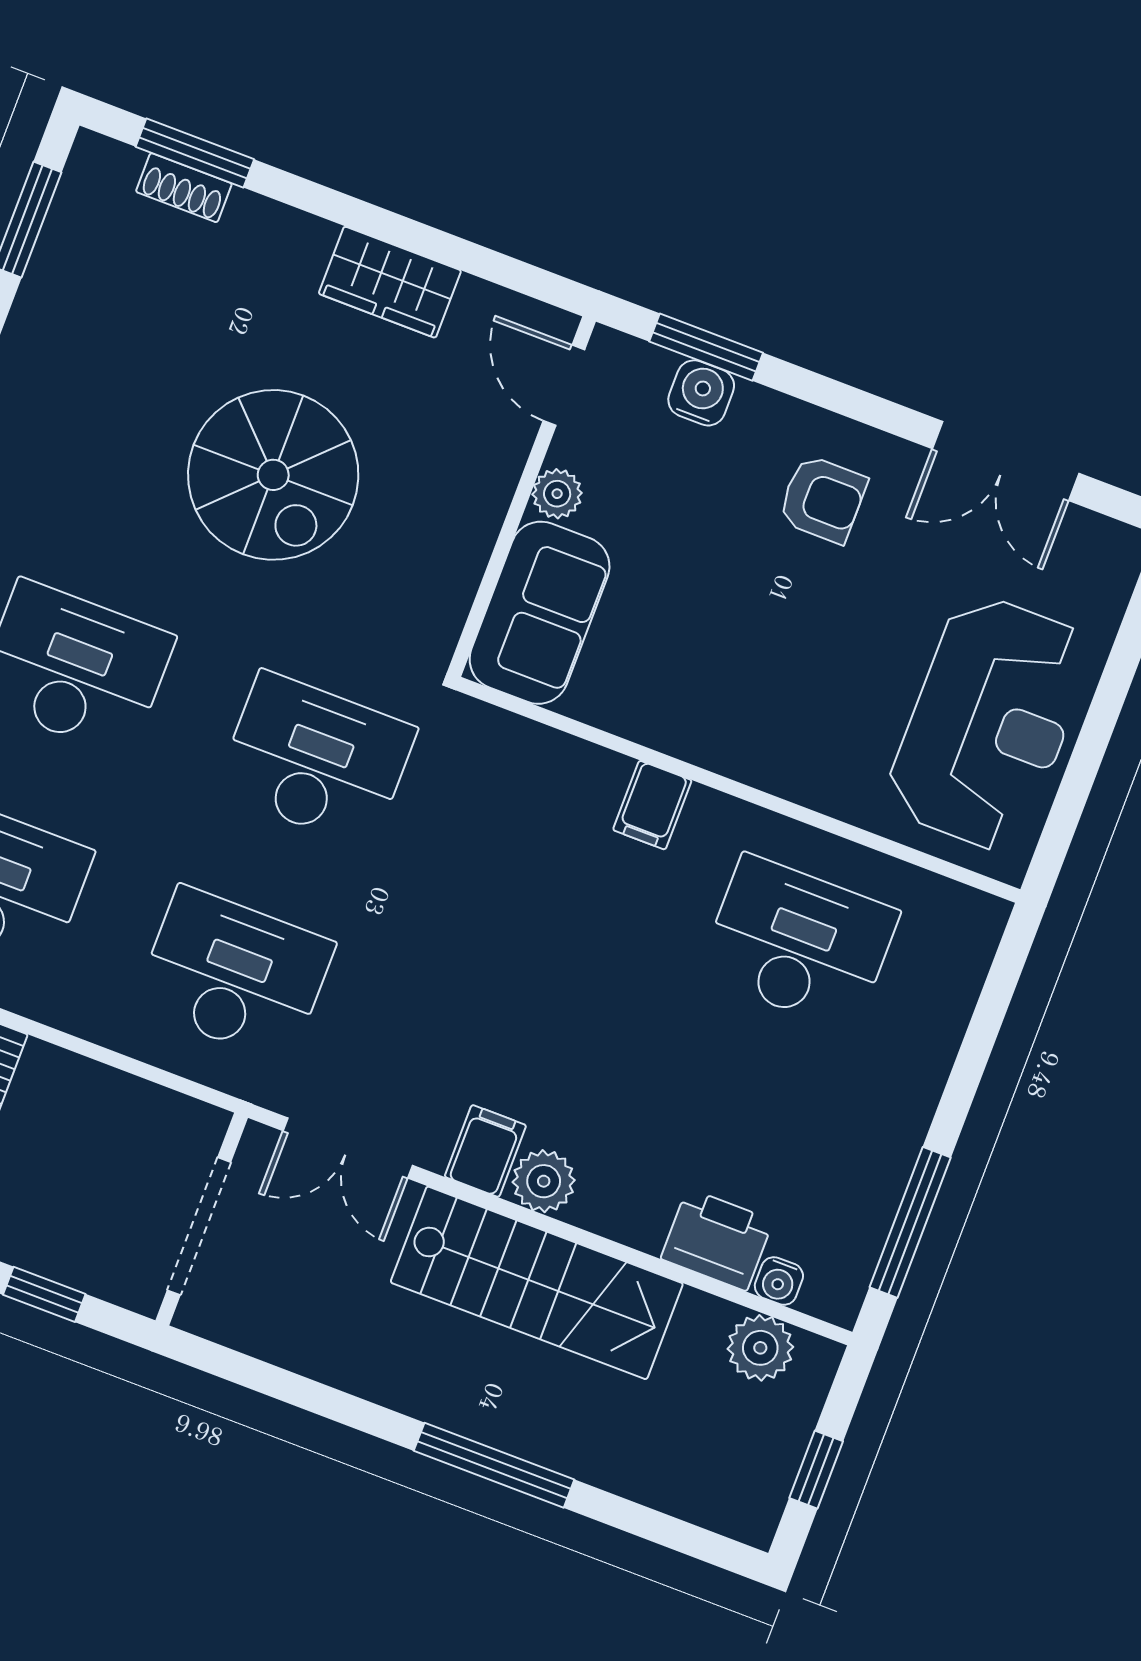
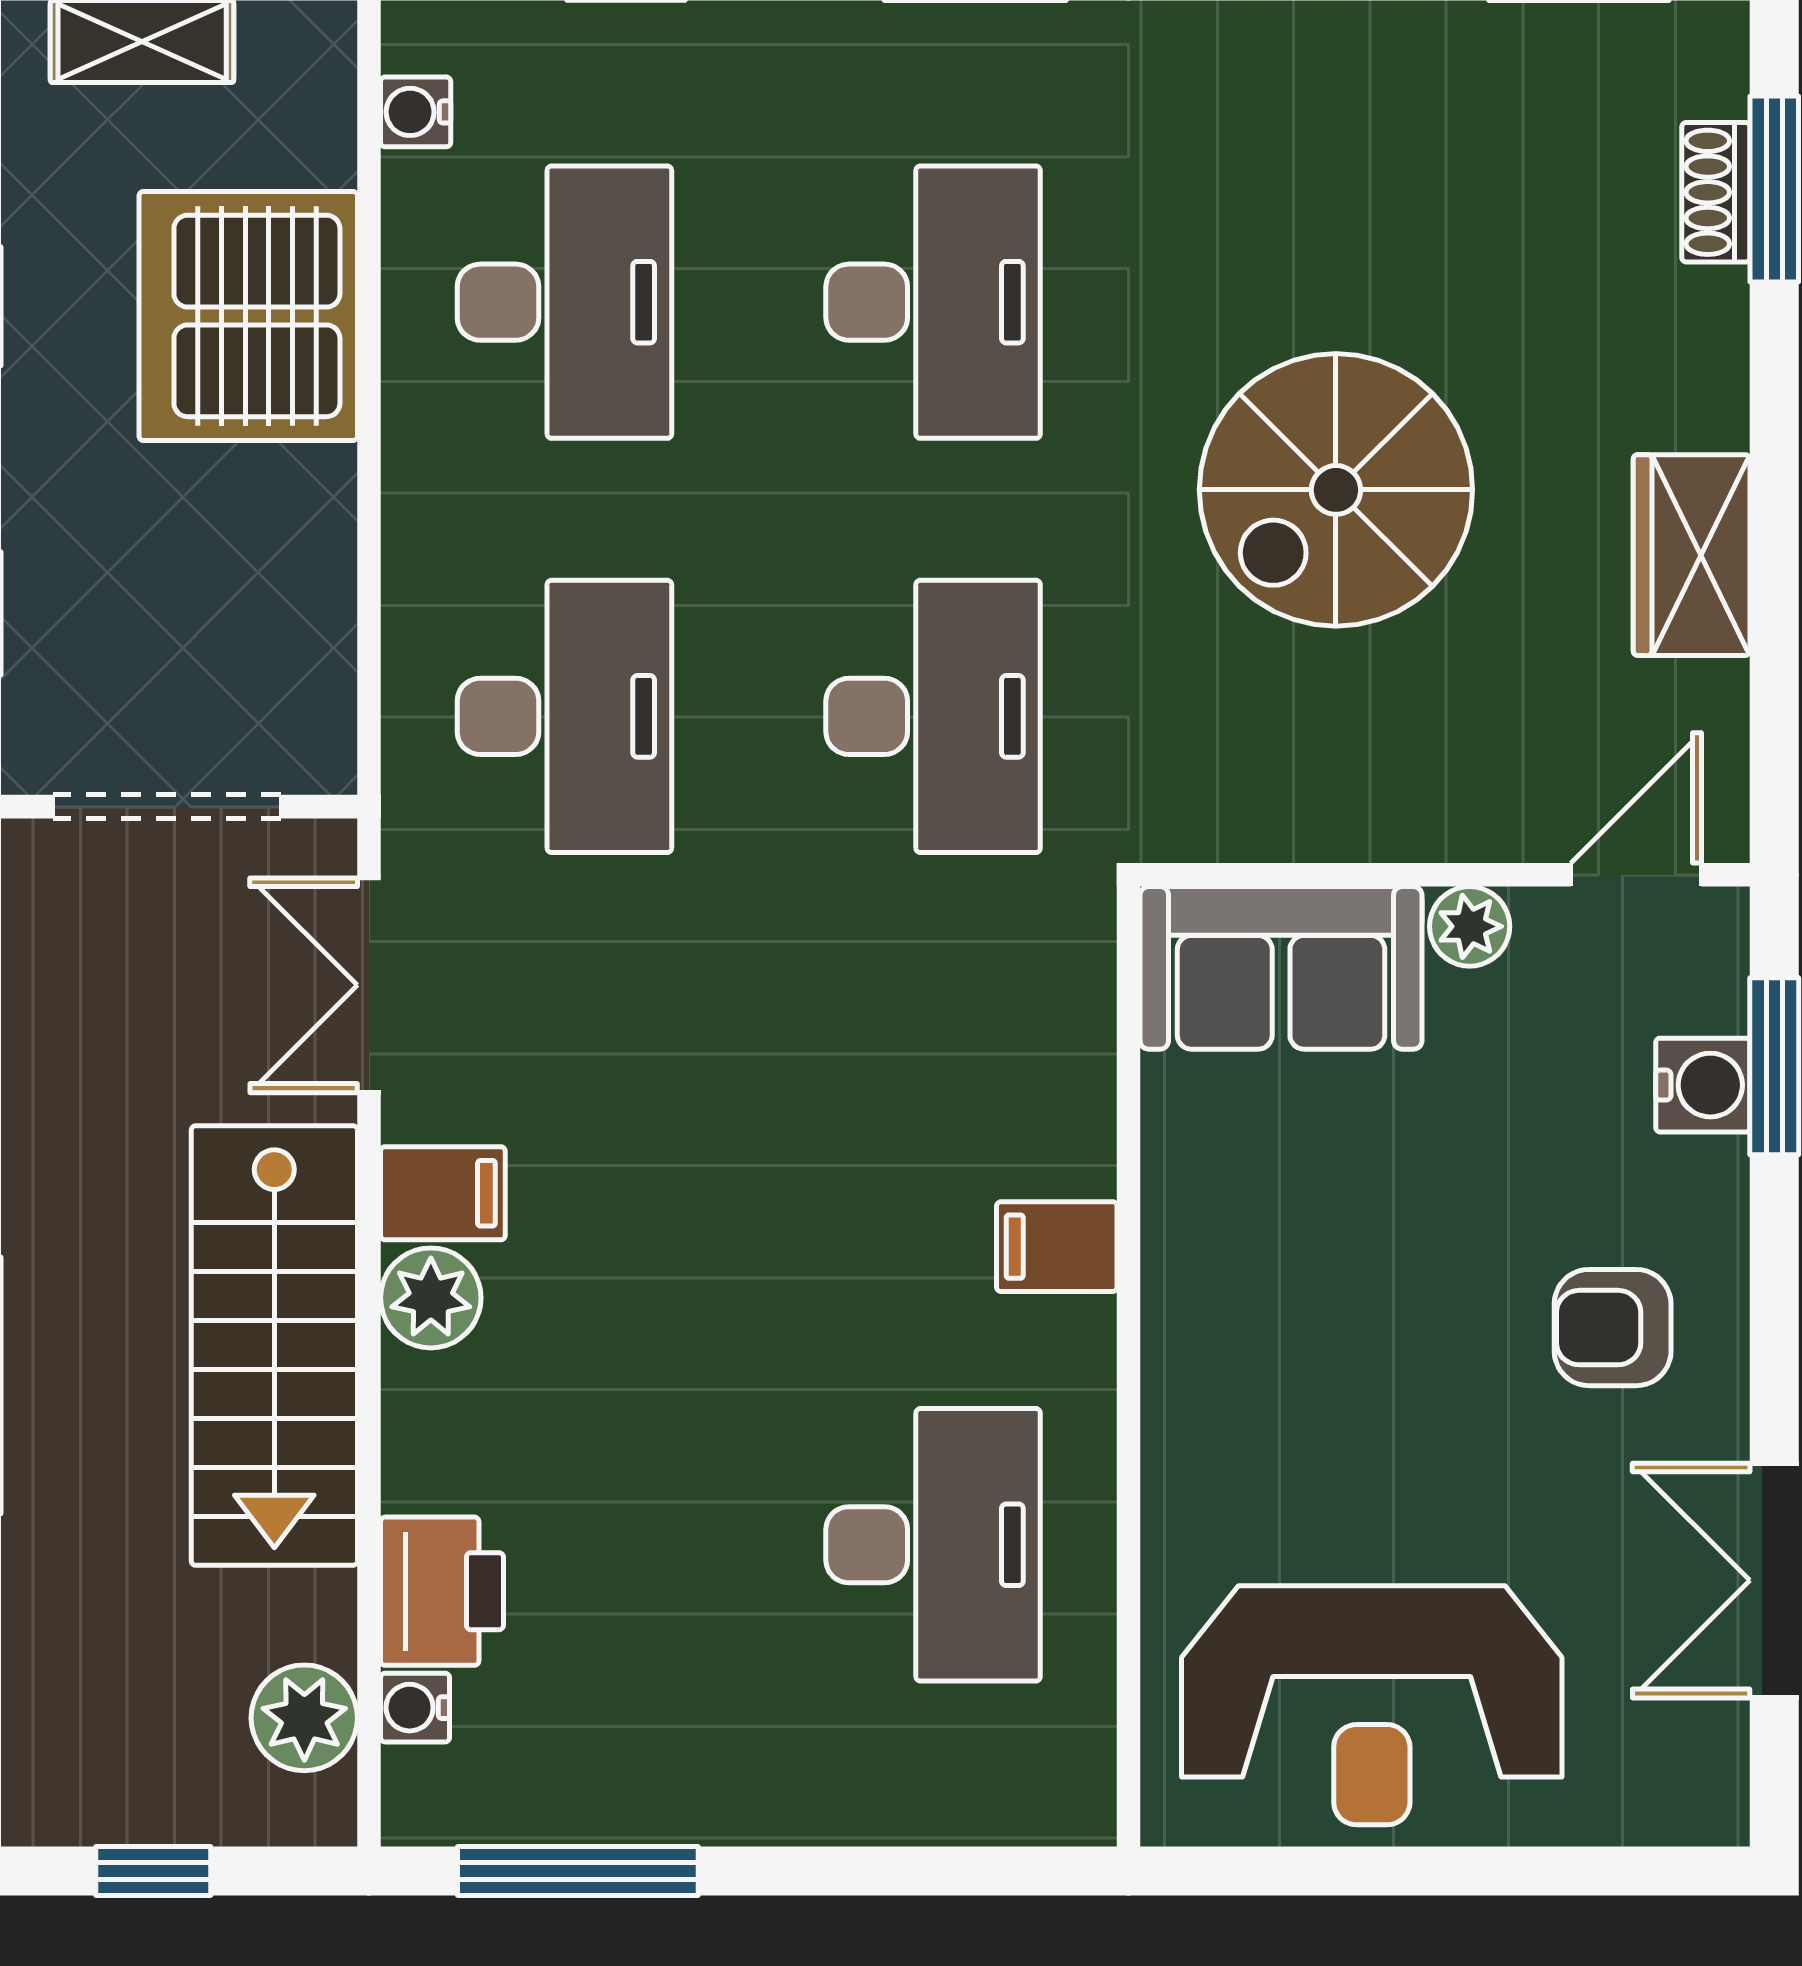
armchair: (823, 499) -> (1613, 1328), turned 90

